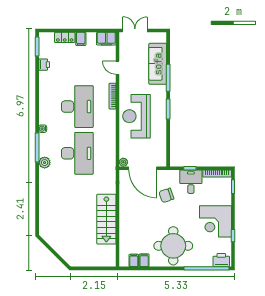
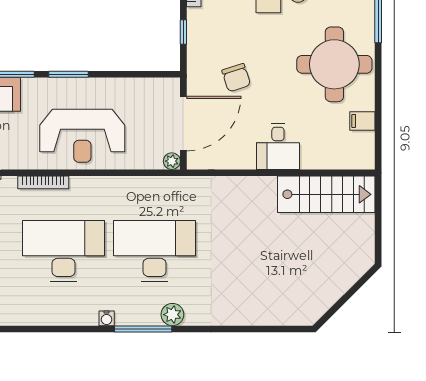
desk: (191, 182) -> (278, 146), moved, turned -90
stairs: (106, 219) -> (326, 194), moved
filing cabinet: (134, 260) -> (363, 141), removed

